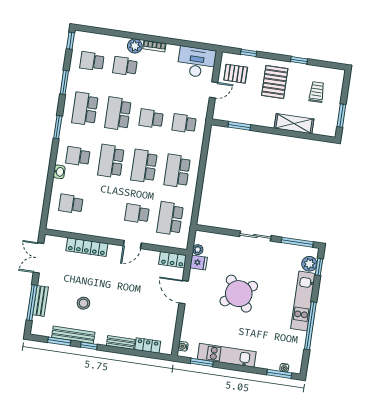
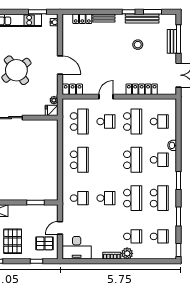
school desk: (144, 166) -> (133, 122), moved
fridge: (199, 262) -> (52, 110), moved

